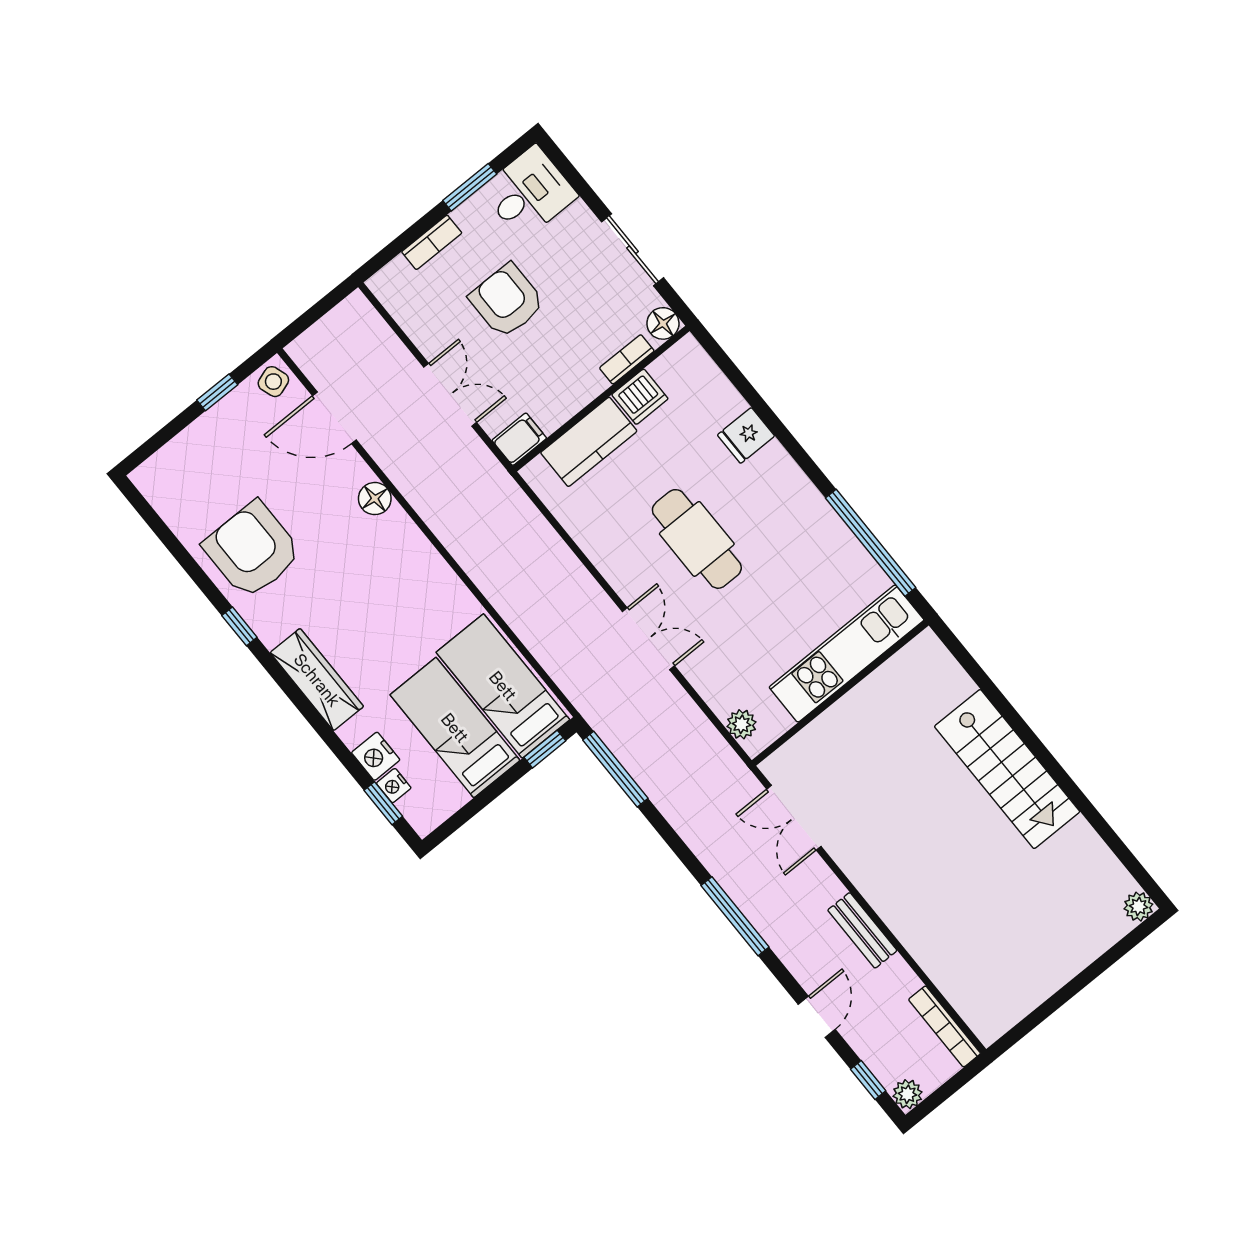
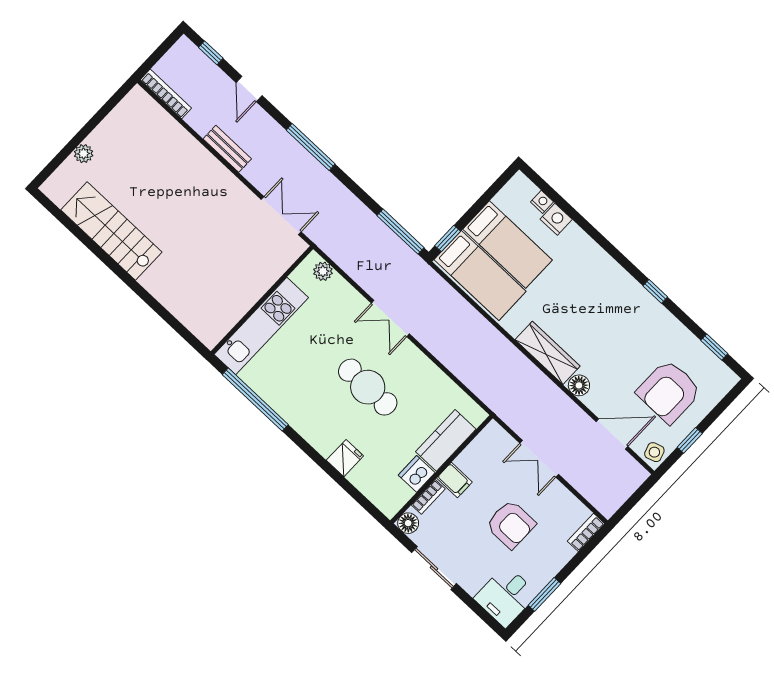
bookcase: (432, 242) -> (586, 532), moved
filing cabinet: (519, 439) -> (454, 480), moved, turned -90
armchair: (252, 550) -> (669, 391), moved, turned 90
wardrobe: (317, 680) -> (548, 353), moved, turned 180
stairs: (1007, 769) -> (111, 231), moved
window: (383, 803) -> (714, 347), moved
plant: (1138, 907) -> (84, 154), moved
plant: (908, 1094) -> (184, 47), removed

